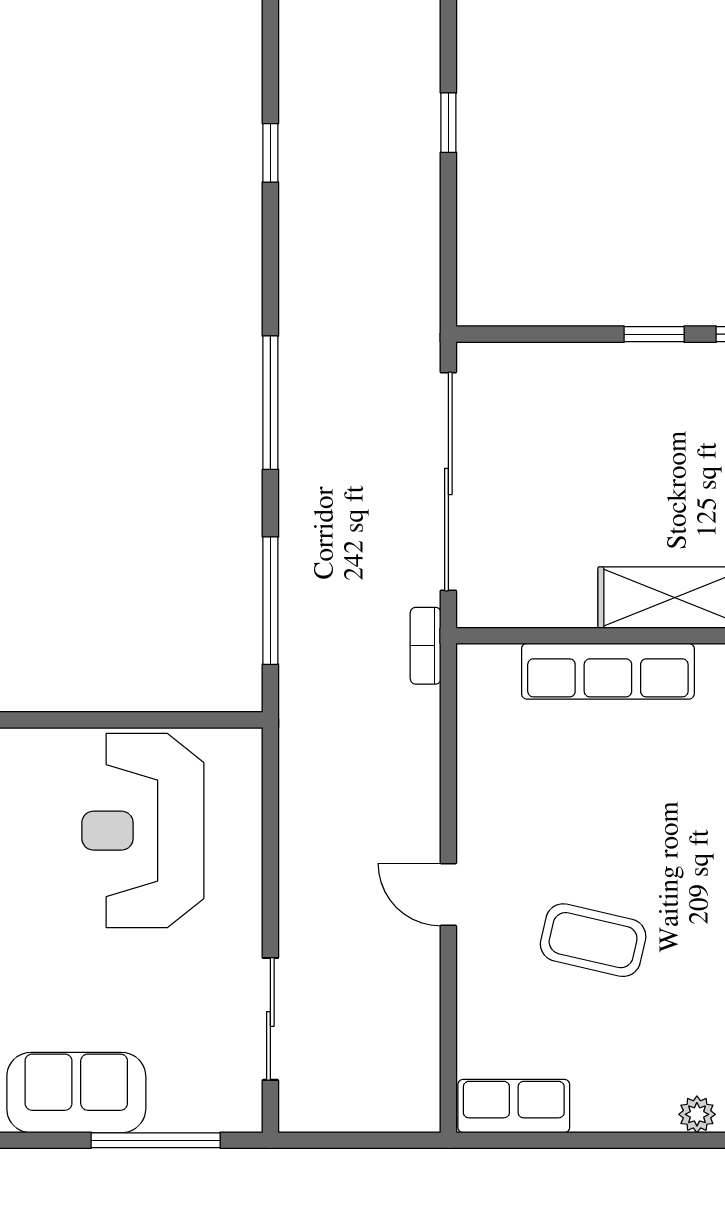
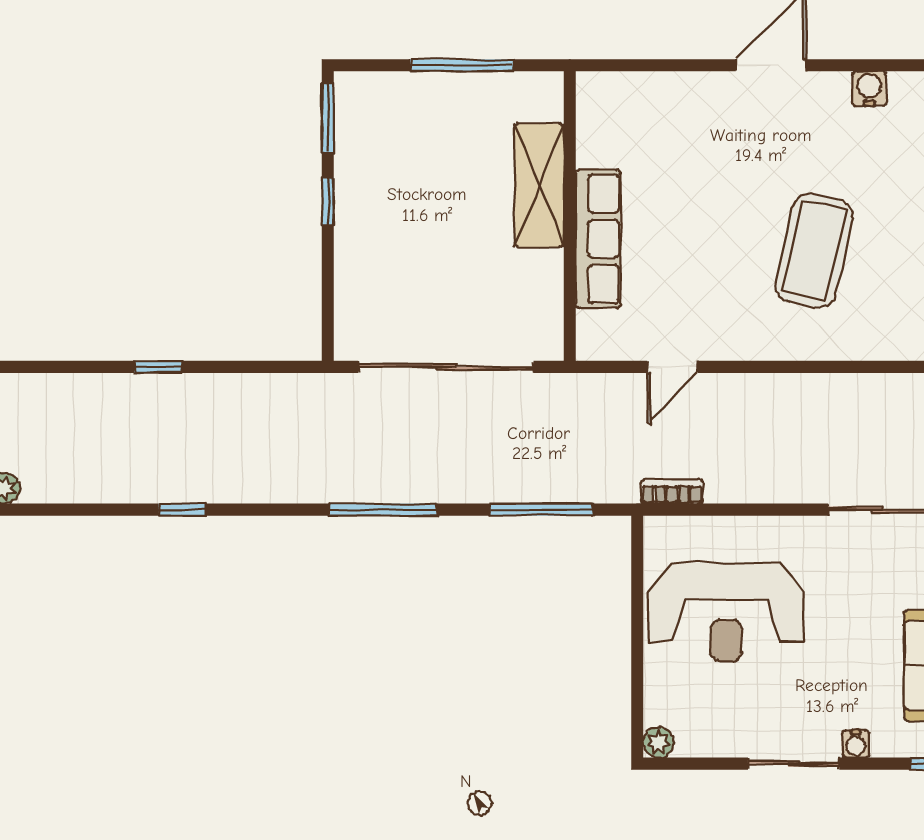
bookcase: (426, 646) -> (672, 491), moved, turned 180
door: (448, 895) -> (672, 367), moved
coffee table: (593, 940) -> (814, 251), width x1.36, depth x1.32

